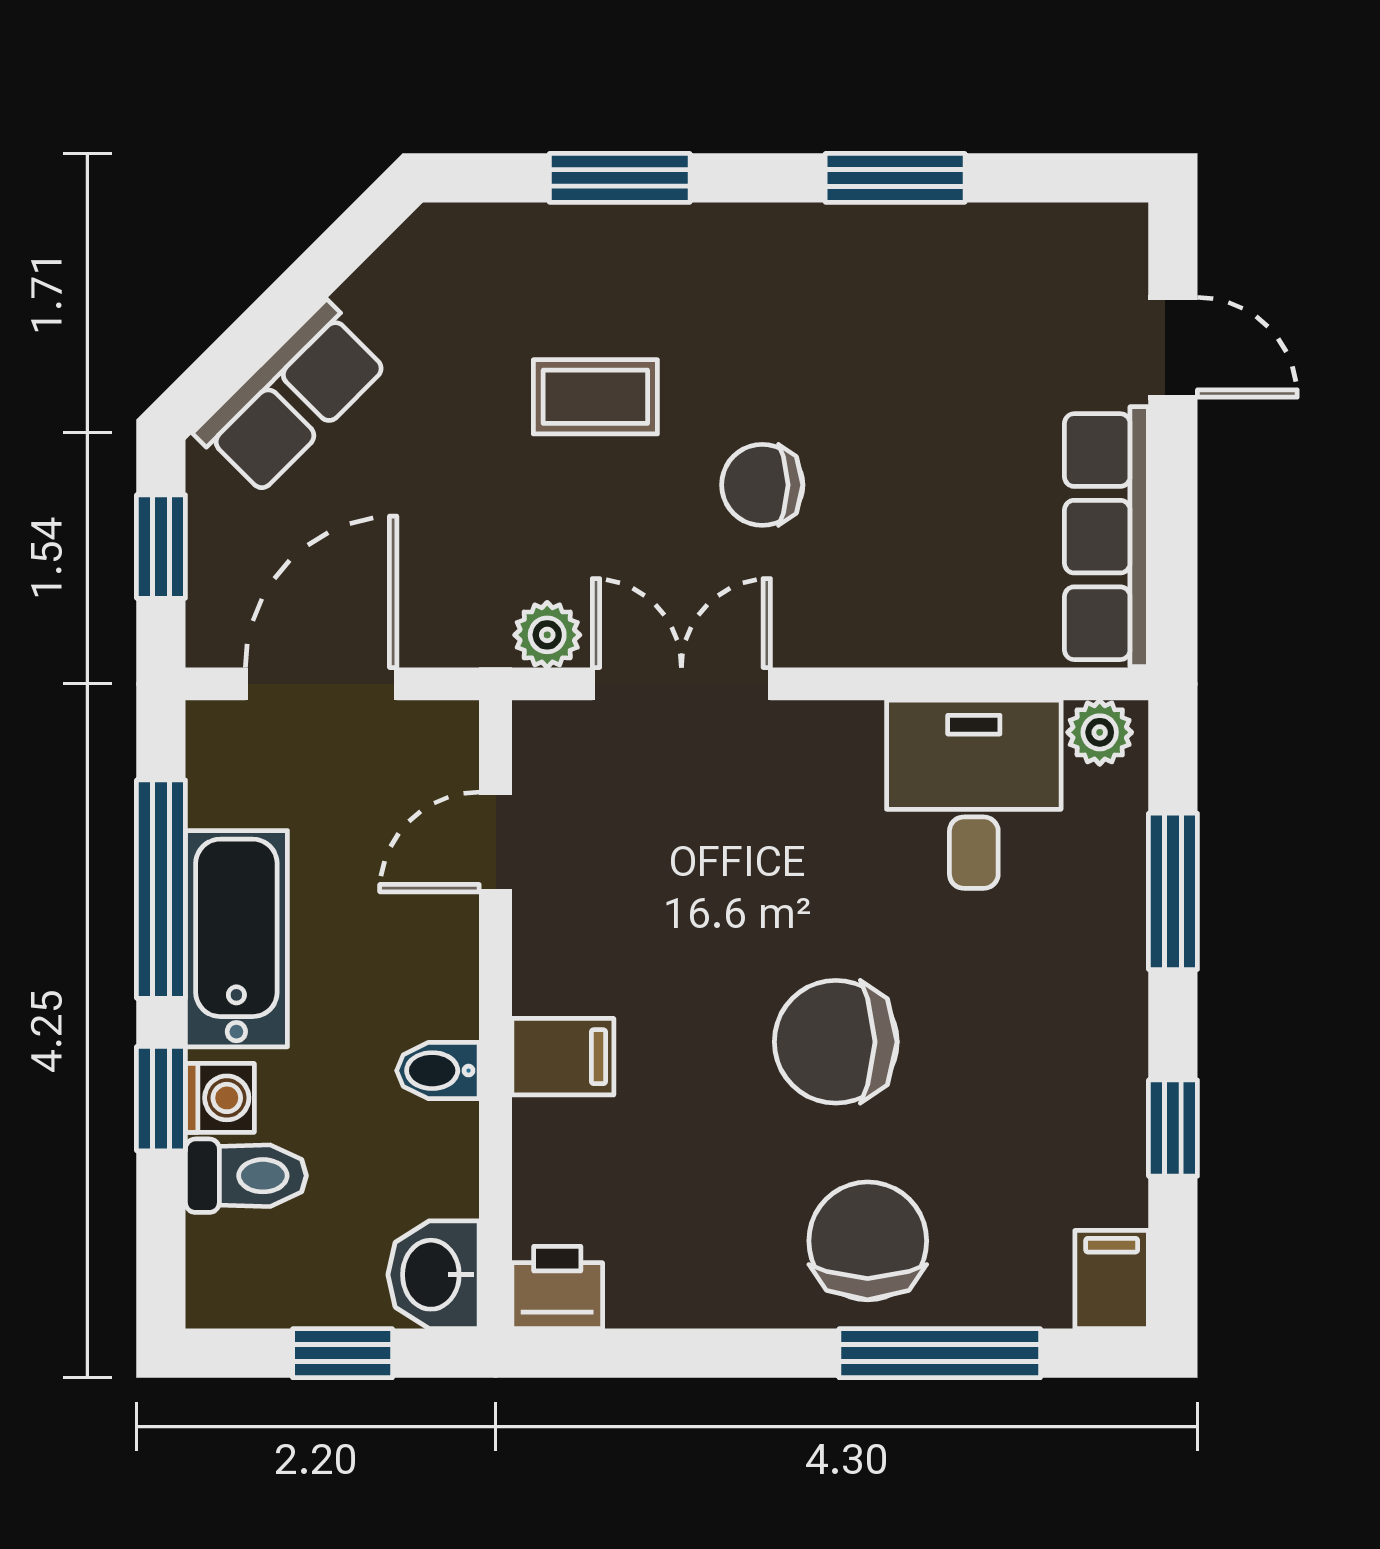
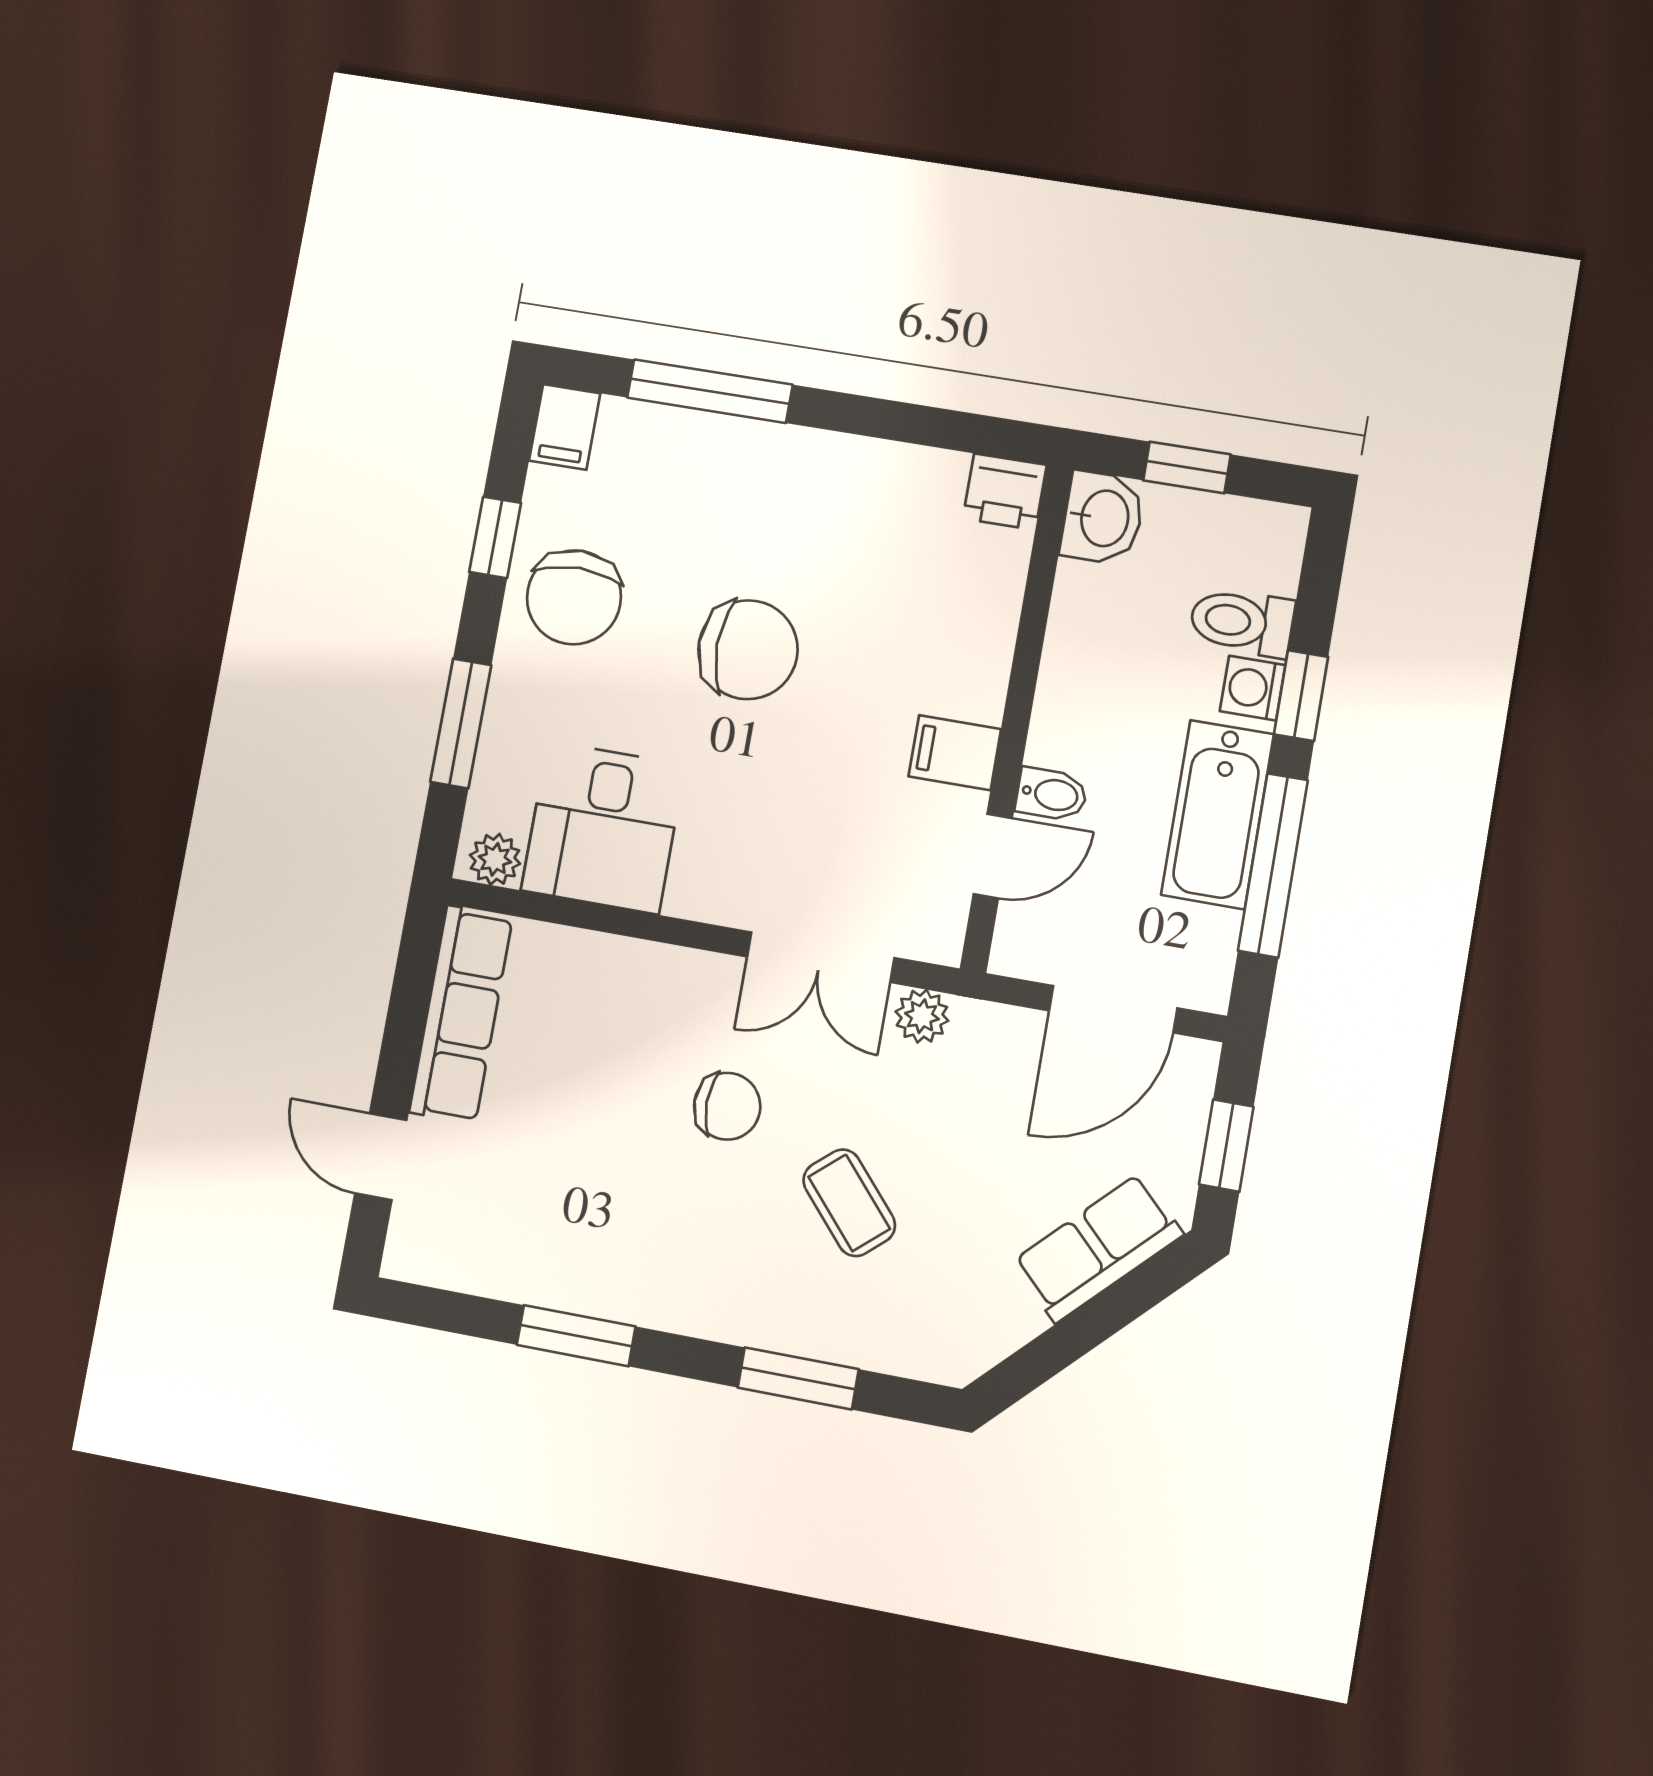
coffee table: (595, 397) -> (849, 1203), turned 49
filing cabinet: (563, 1057) -> (955, 753), moved
bidet: (438, 1071) -> (1052, 794), moved
chair: (868, 1241) -> (574, 597), moved

